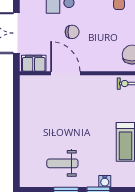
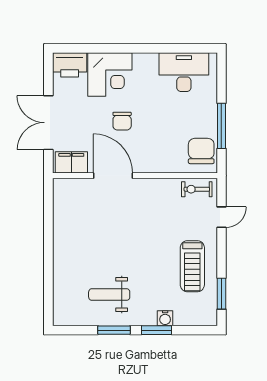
chair: (72, 32) -> (122, 121), turned 90

